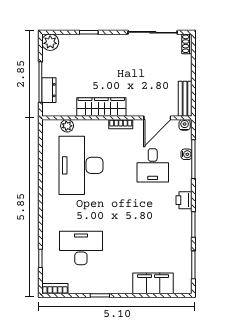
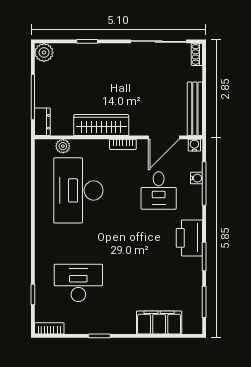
dresser: (49, 90) -> (42, 122), moved
bench: (185, 99) -> (195, 109), width x1.36
printer: (184, 200) -> (189, 238), width x1.87, depth x1.48

